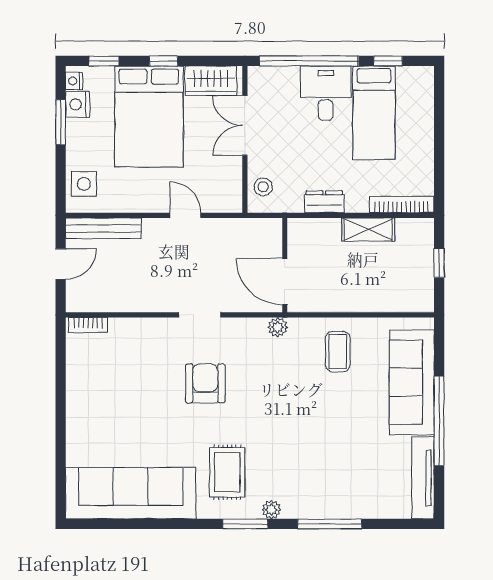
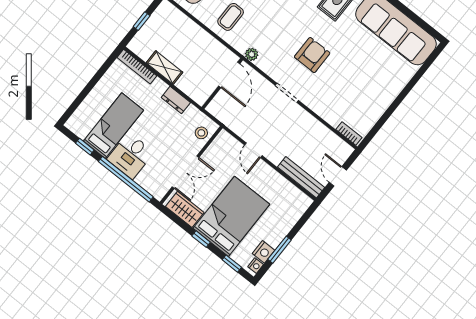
side table: (84, 184) -> (293, 208), removed
door: (61, 264) -> (338, 176), hinge flipped
armchair: (205, 383) -> (312, 55), turned 180

